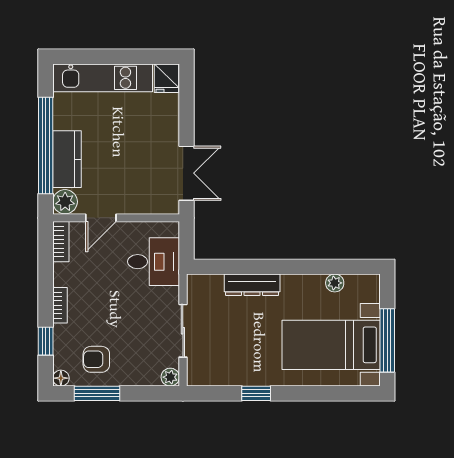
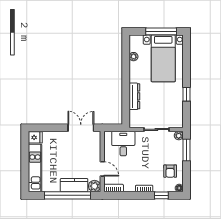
window: (97, 393) -> (187, 150), moved

